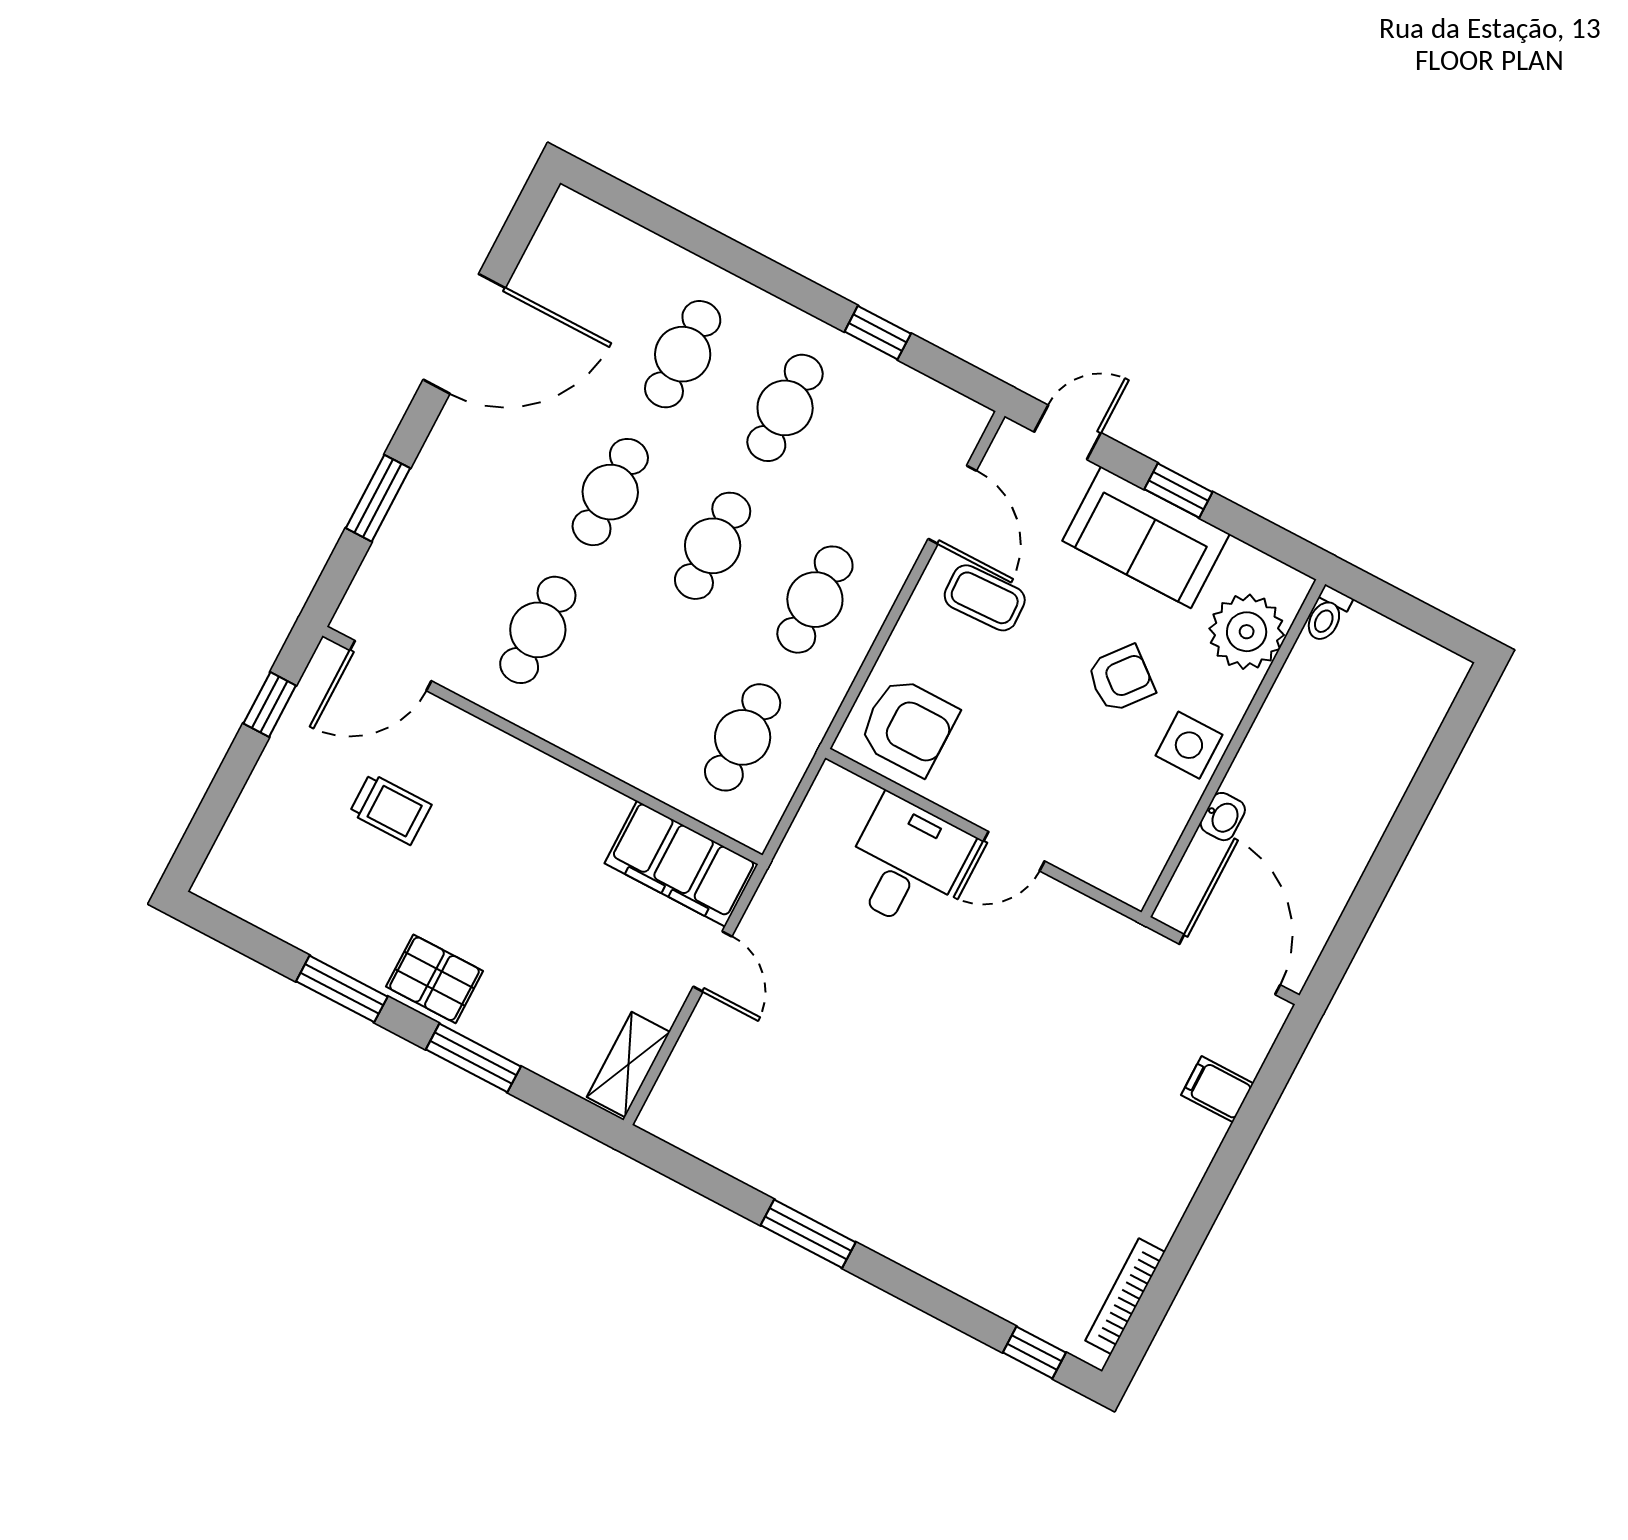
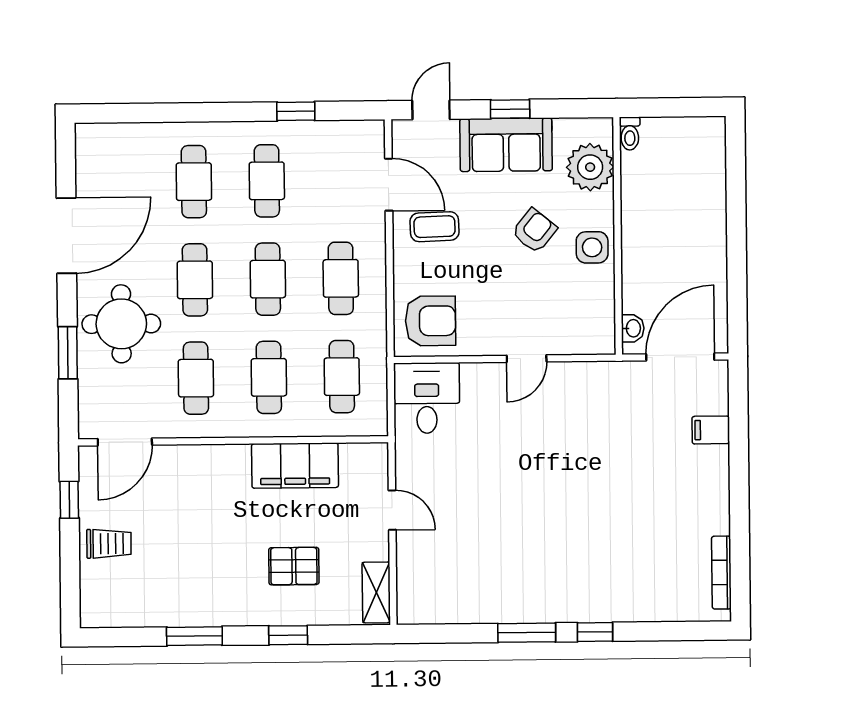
round table: (475, 498) -> (121, 324), added
cafe table: (640, 684) -> (269, 377), added
trolley: (390, 809) -> (109, 544), moved
washbasin: (1223, 817) -> (633, 328), moved
desk: (906, 863) -> (427, 398), moved
filing cabinet: (681, 864) -> (295, 466), moved
door: (1230, 964) -> (680, 357), hinge flipped
pallet: (434, 979) -> (294, 566), moved
window: (473, 1058) -> (288, 635), width x0.67
window: (1034, 1353) -> (595, 632), moved

